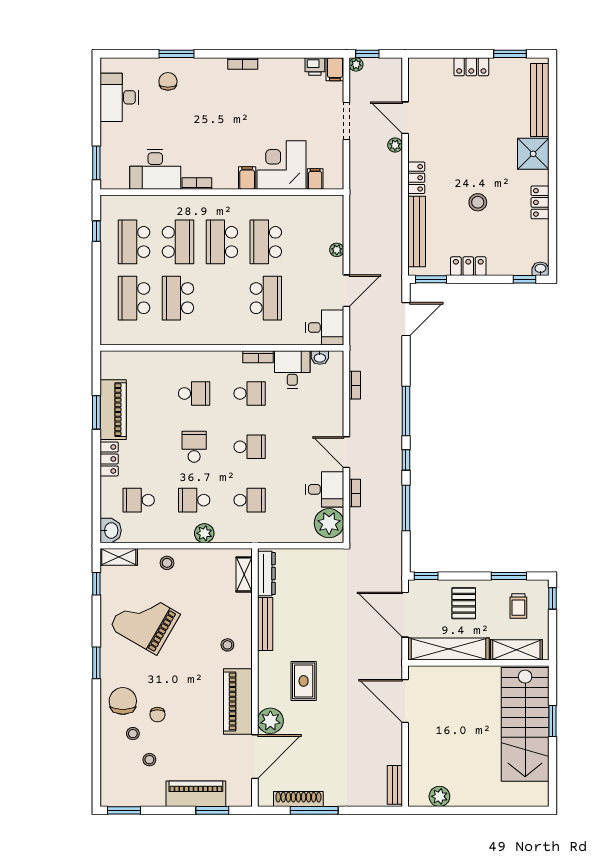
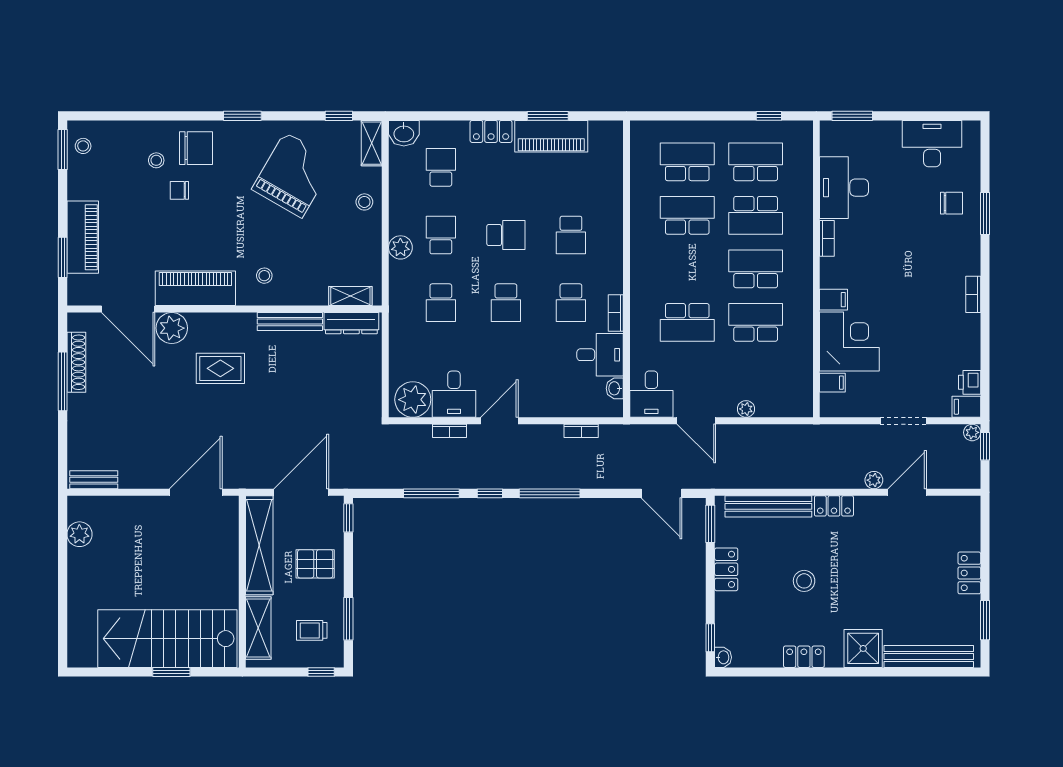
stool: (149, 760) -> (83, 146), moved

